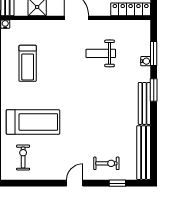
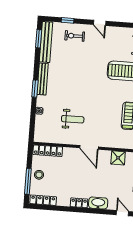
window: (154, 53) -> (39, 39), moved
door: (75, 183) -> (100, 23), hinge flipped

